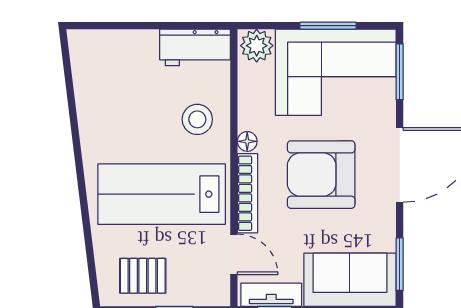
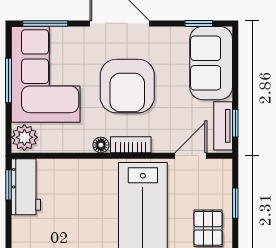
window: (197, 26) -> (9, 185), added
stool: (197, 119) -> (83, 185), removed
bookcase: (247, 193) -> (131, 145), width x0.64
window: (400, 264) -> (199, 23), width x0.67

